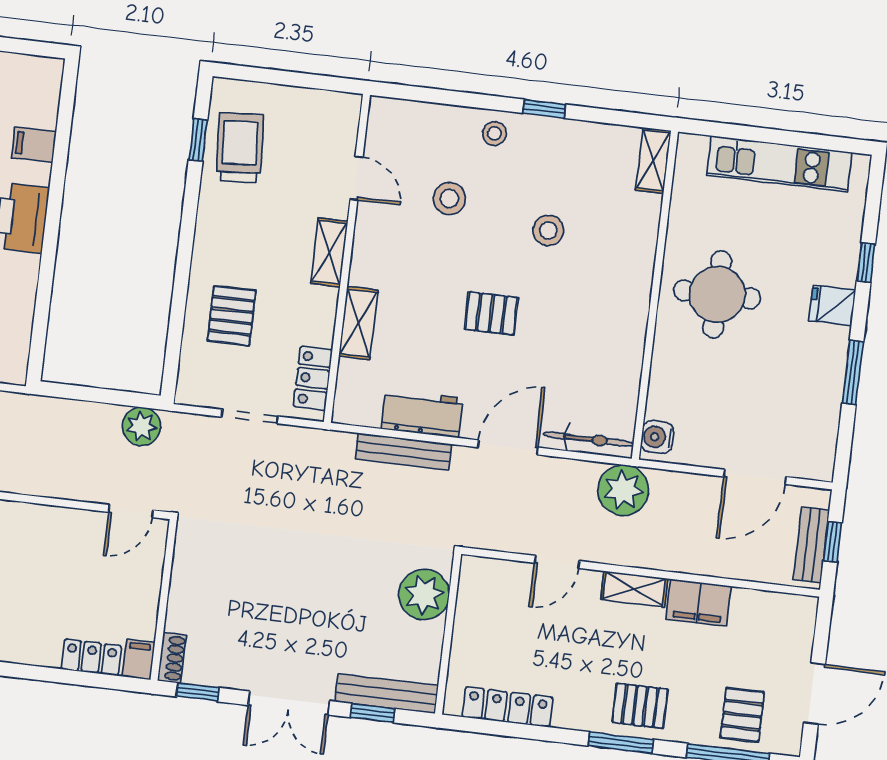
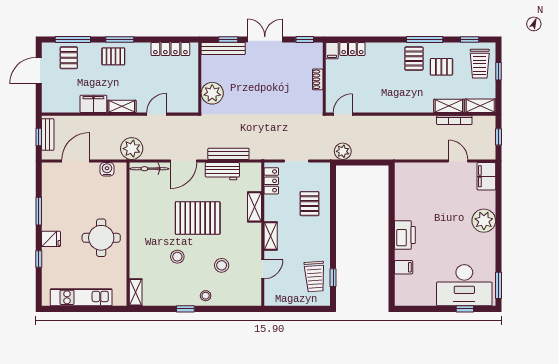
door: (356, 178) -> (263, 269), swing flipped
pallet: (491, 313) -> (198, 218), width x2.05, depth x2.00
water cooler: (657, 437) -> (107, 169), moved, turned -90
shoe rack: (172, 658) -> (318, 79), moved

